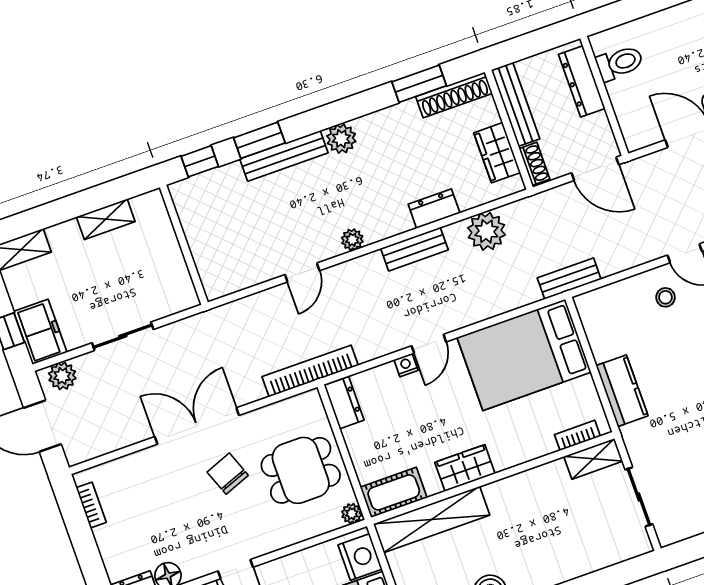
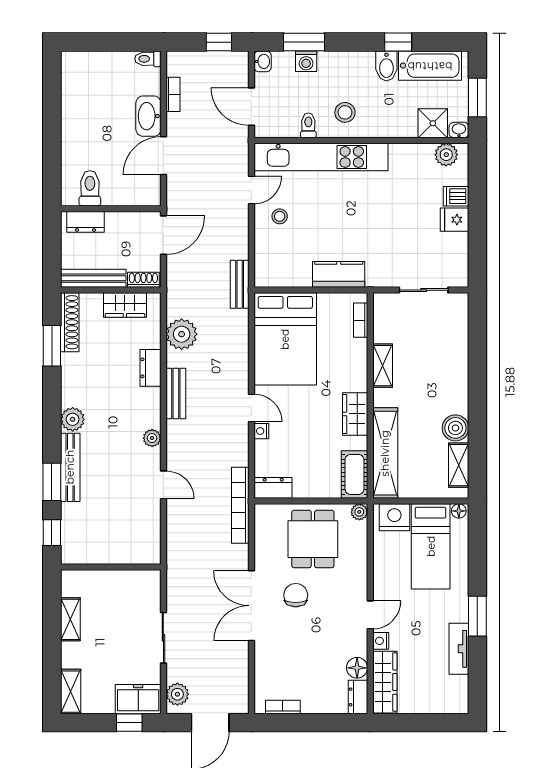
dresser: (582, 81) -> (85, 222), width x0.70
shelving: (593, 459) -> (383, 366), moved
chair: (228, 474) -> (296, 595), turned 111

